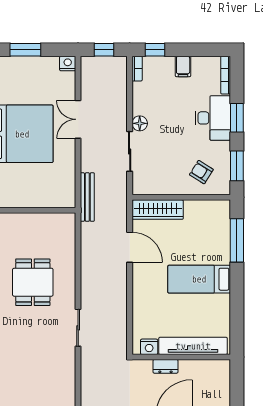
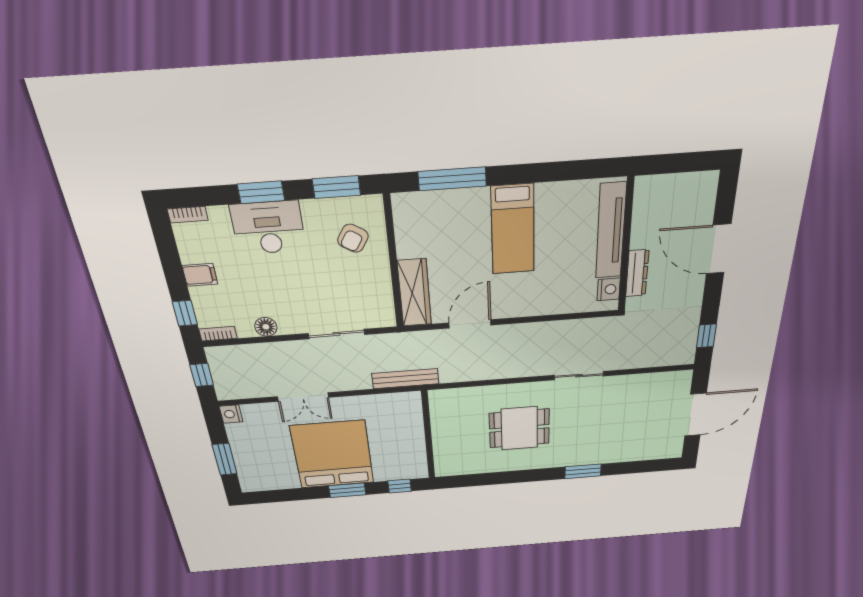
bookcase: (226, 75) -> (188, 215), width x0.64
floor lamp: (140, 123) -> (266, 327), moved
dresser: (165, 366) -> (637, 273), width x1.44

